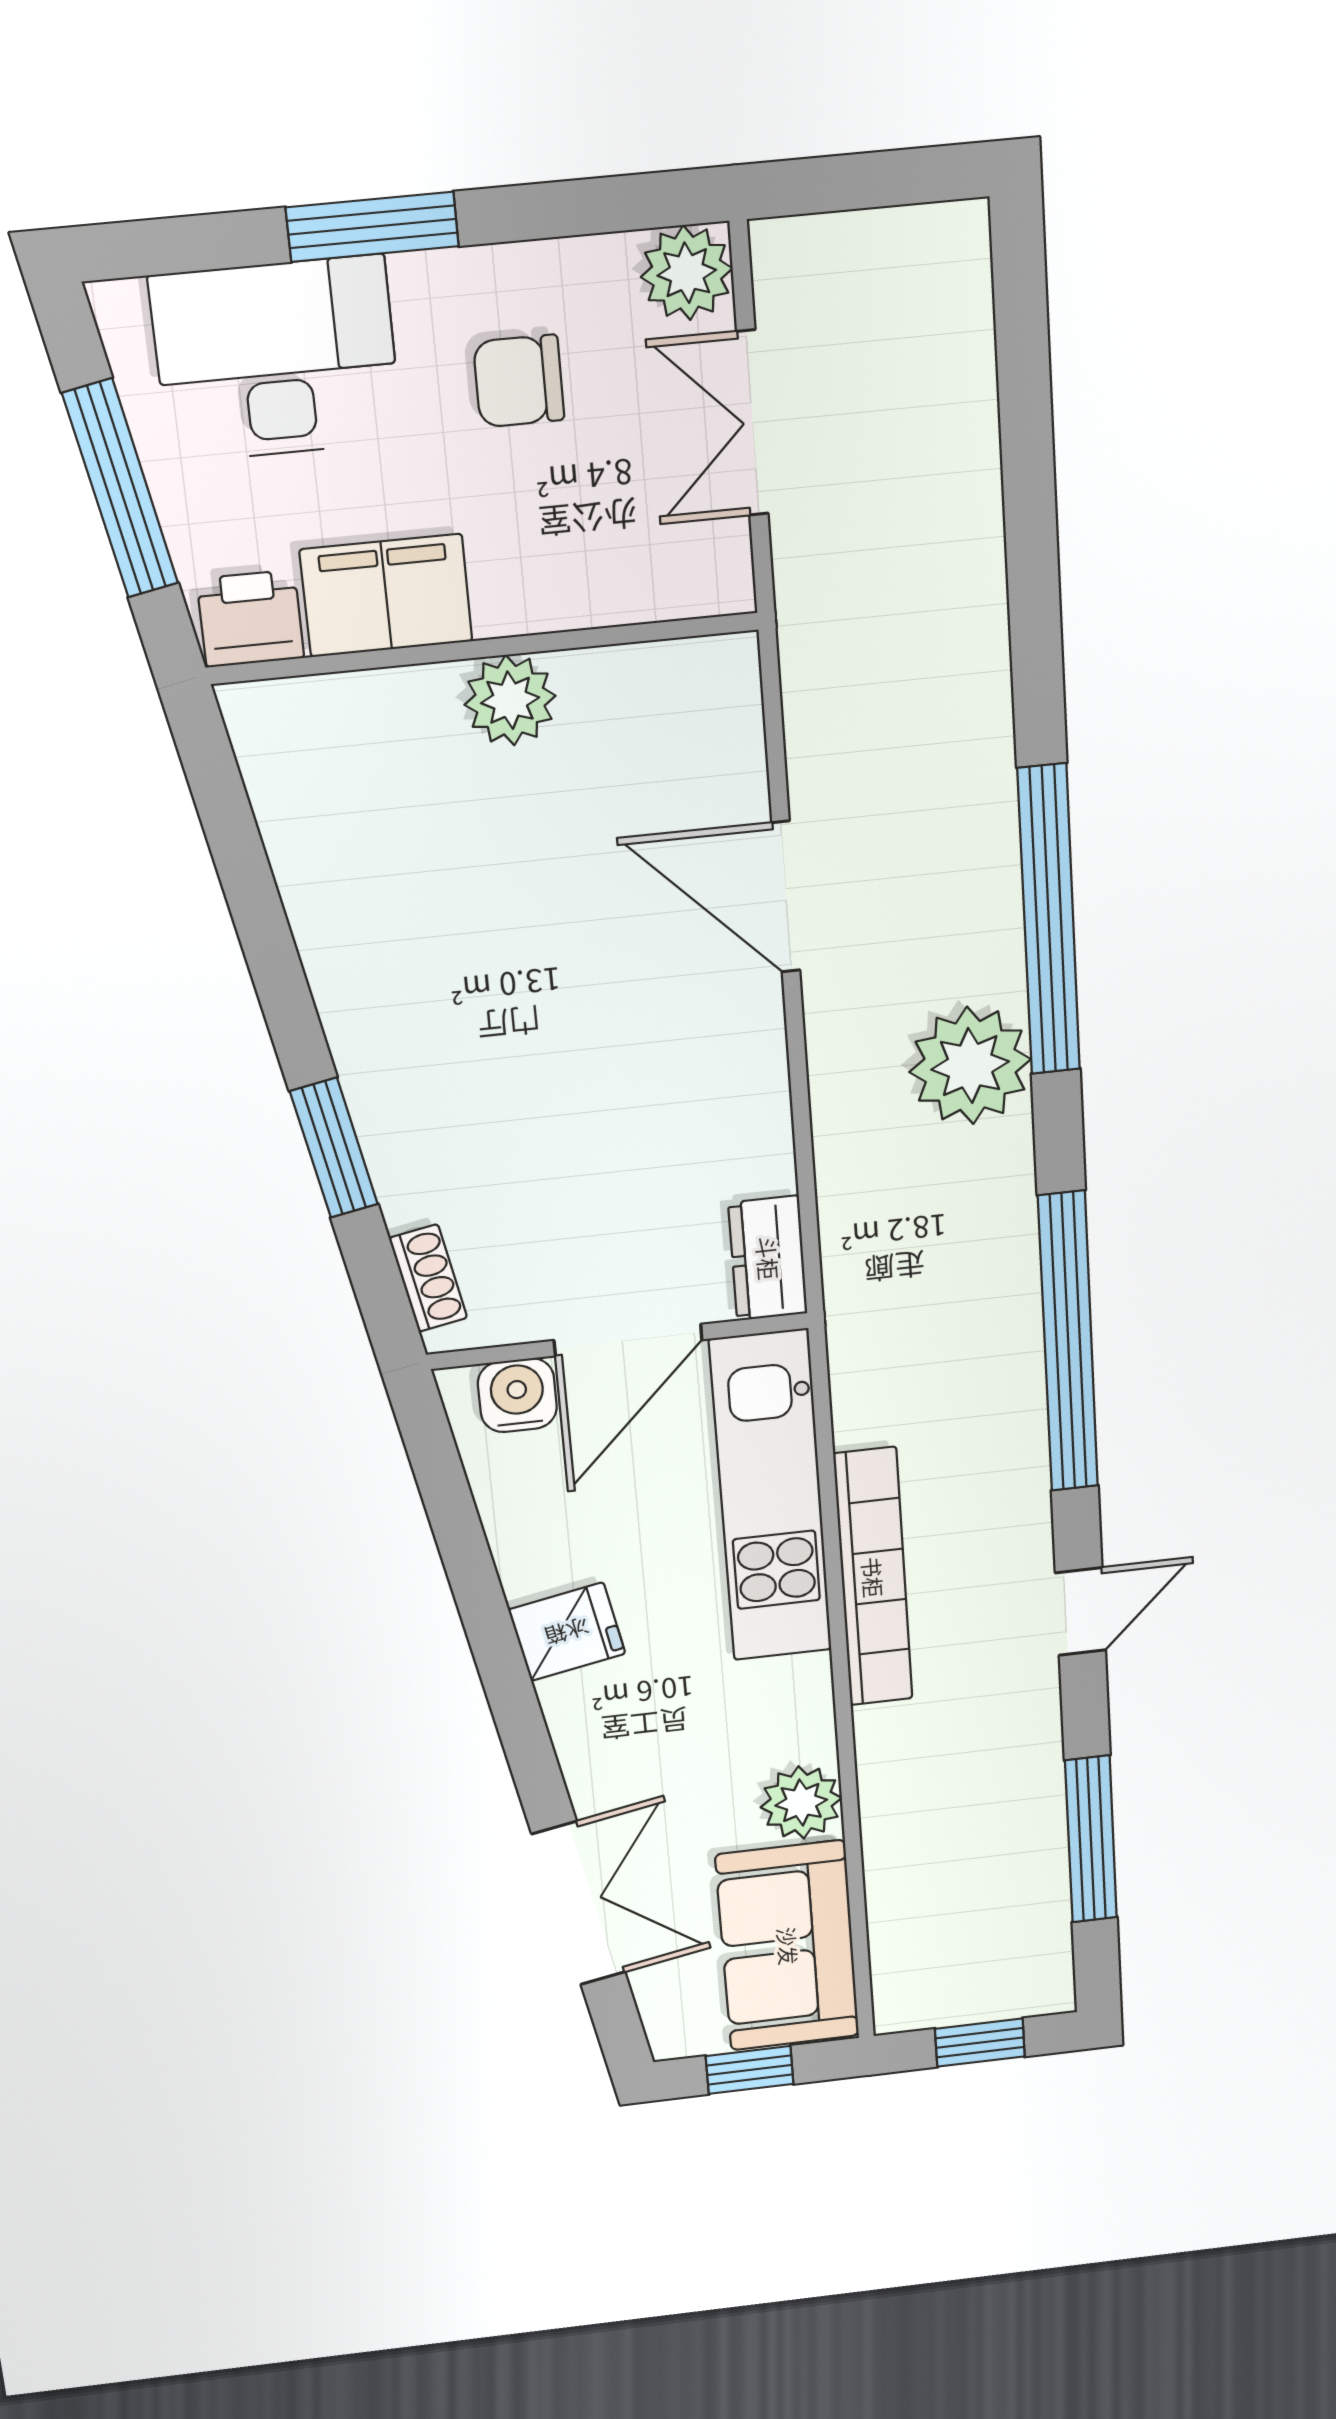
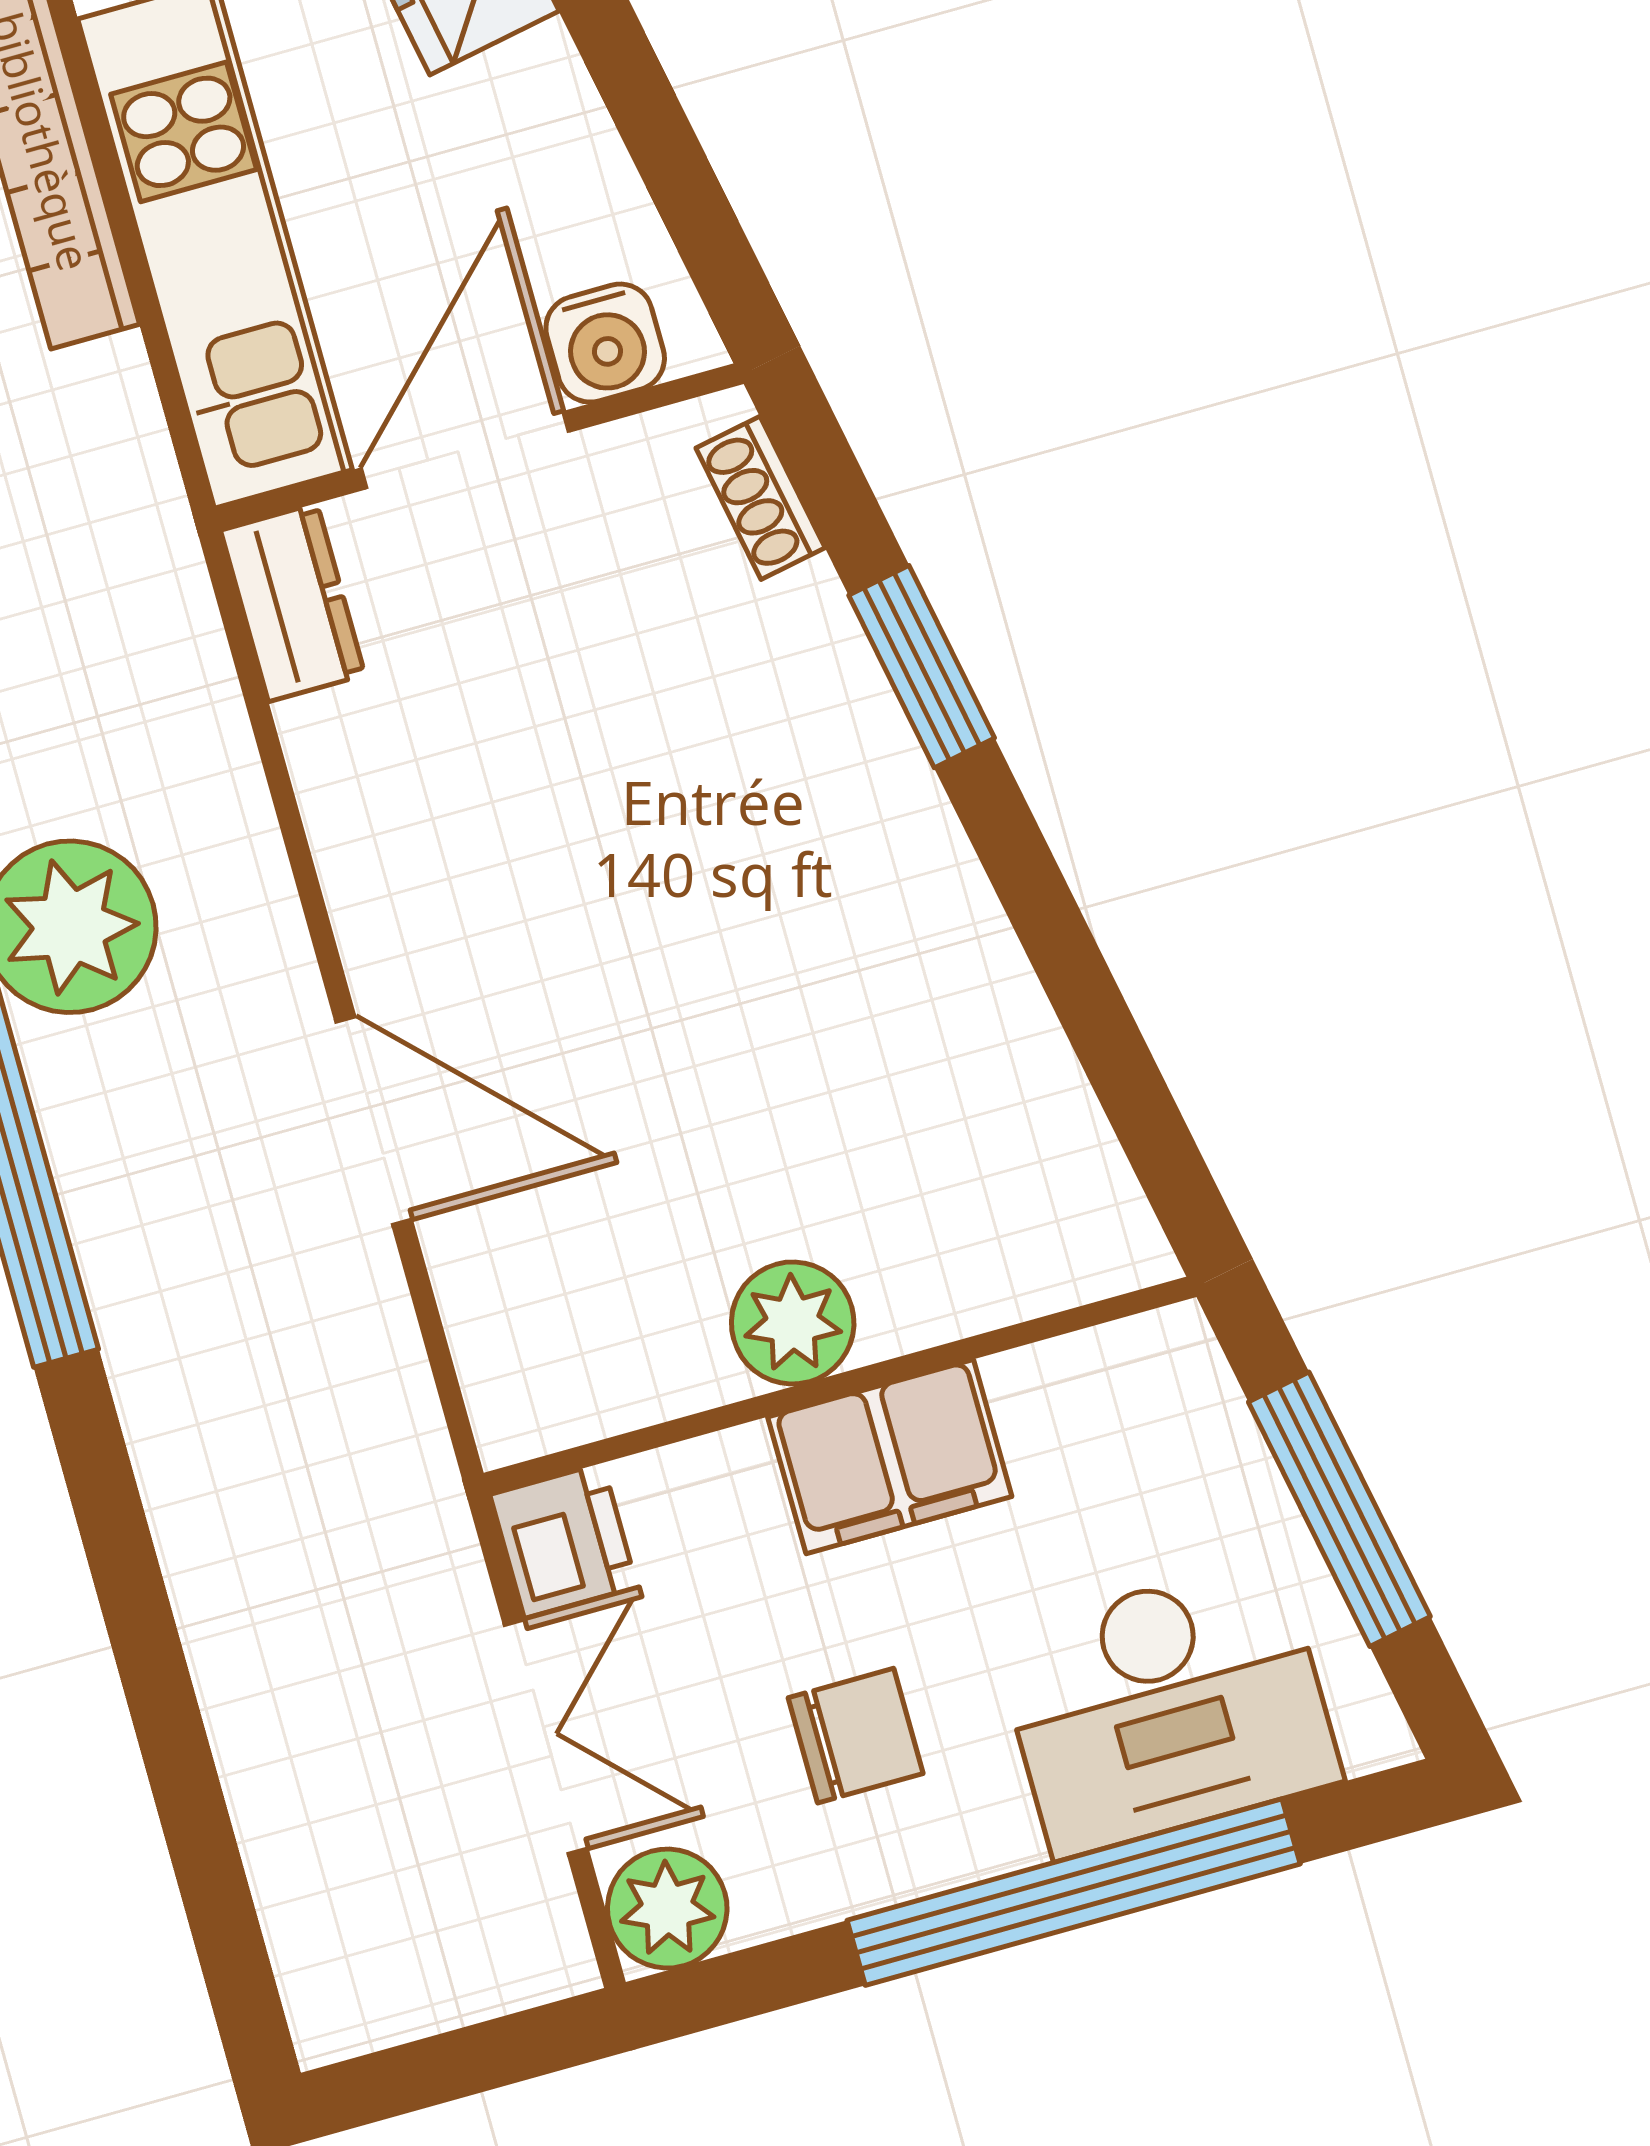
window: (372, 227) -> (1074, 1892), width x2.11
filing cabinet: (386, 596) -> (890, 1457), moved
printer: (250, 619) -> (563, 1541), moved, turned -90

